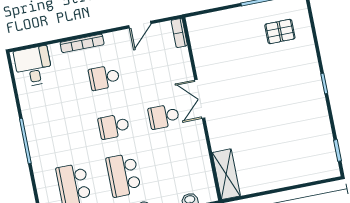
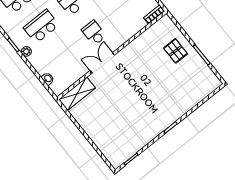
pallet: (280, 31) -> (175, 51), moved
double door: (200, 99) -> (102, 63), moved

